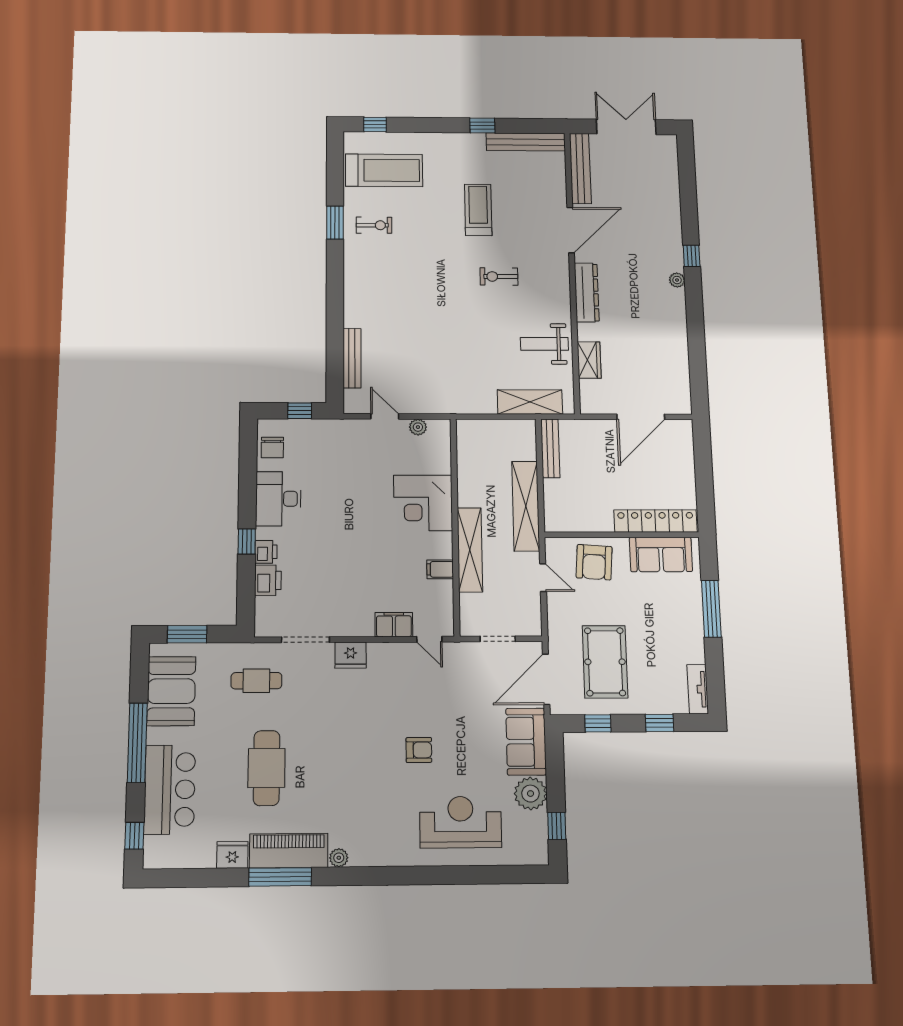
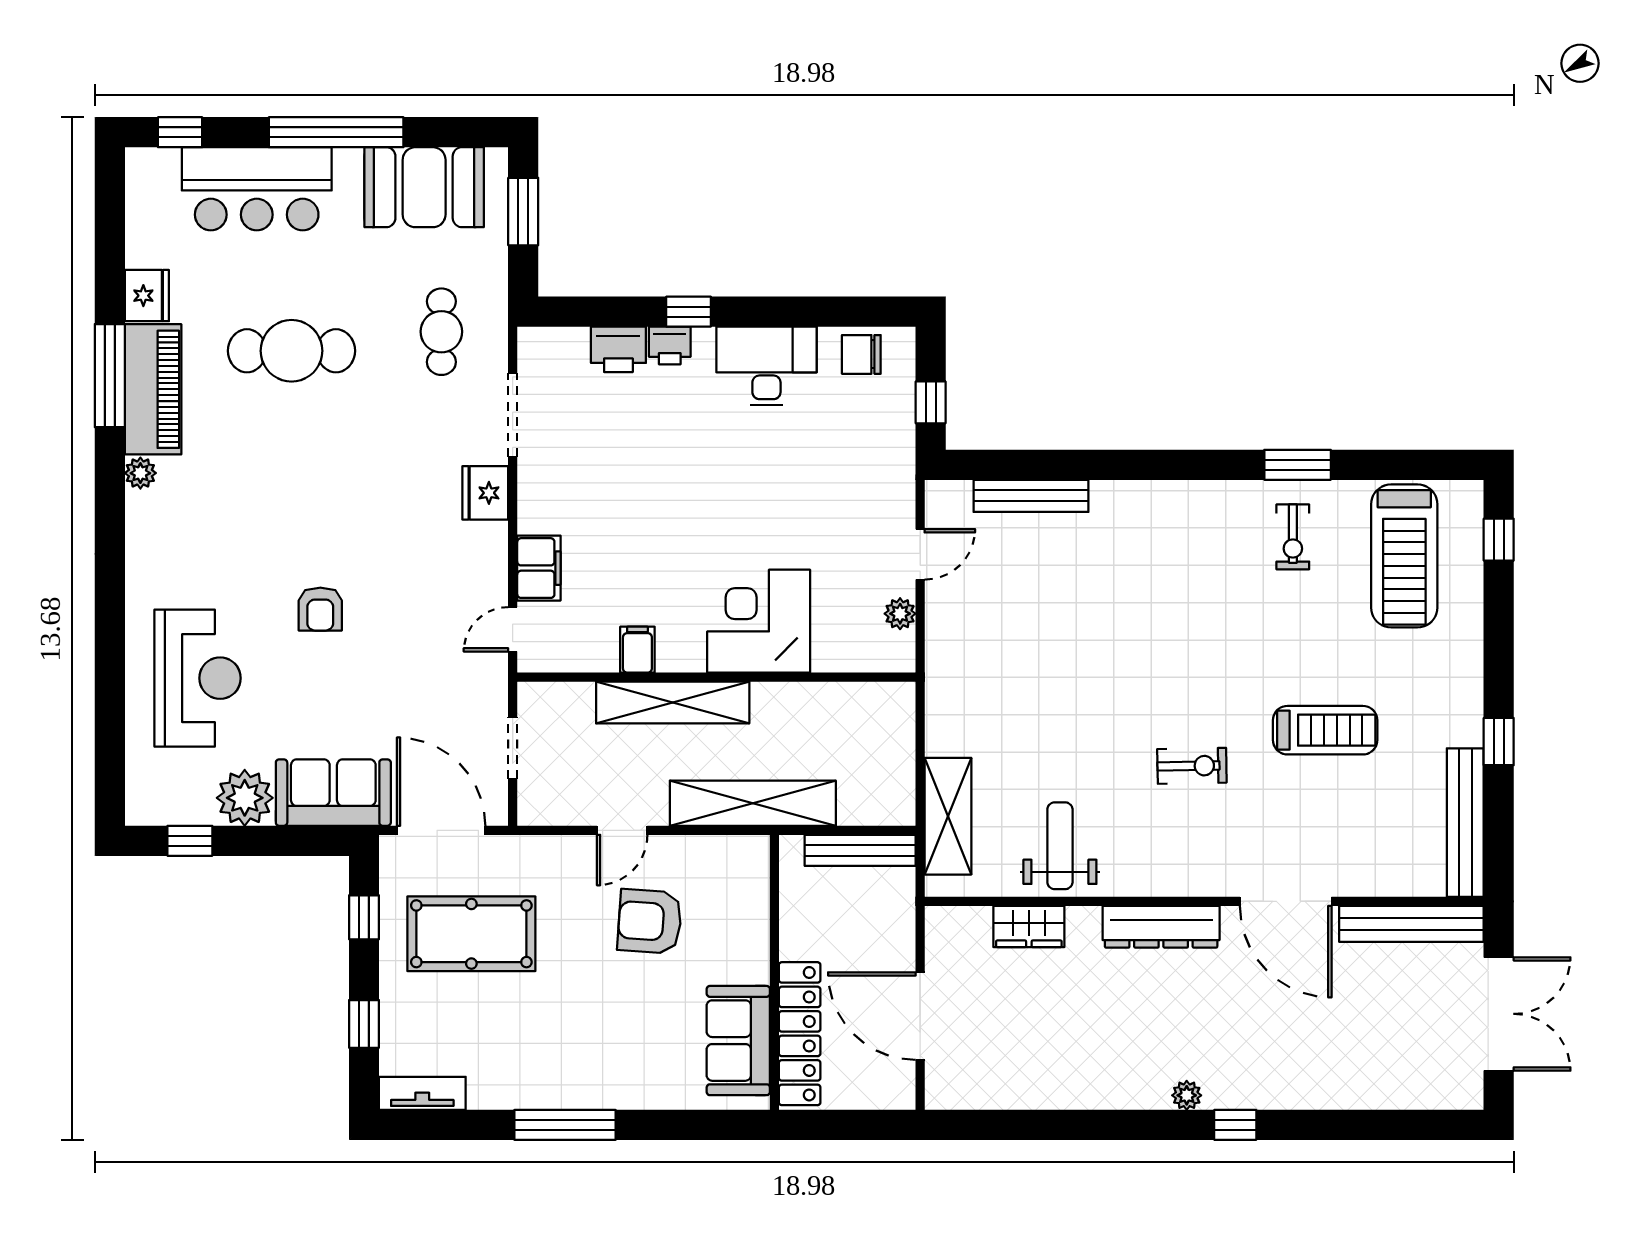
exercise bike: (499, 276) -> (1192, 766), turned 89
locker: (655, 521) -> (800, 1034), moved
wall: (622, 535) -> (774, 972), moved
sofa: (661, 554) -> (738, 1041), moved

